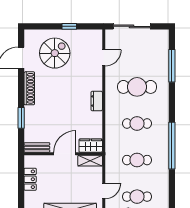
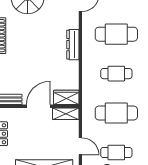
dresser: (97, 101) -> (73, 45), width x1.44
cafe table: (137, 160) -> (116, 113), width x1.37, depth x1.35
door: (104, 191) -> (80, 146), hinge flipped

